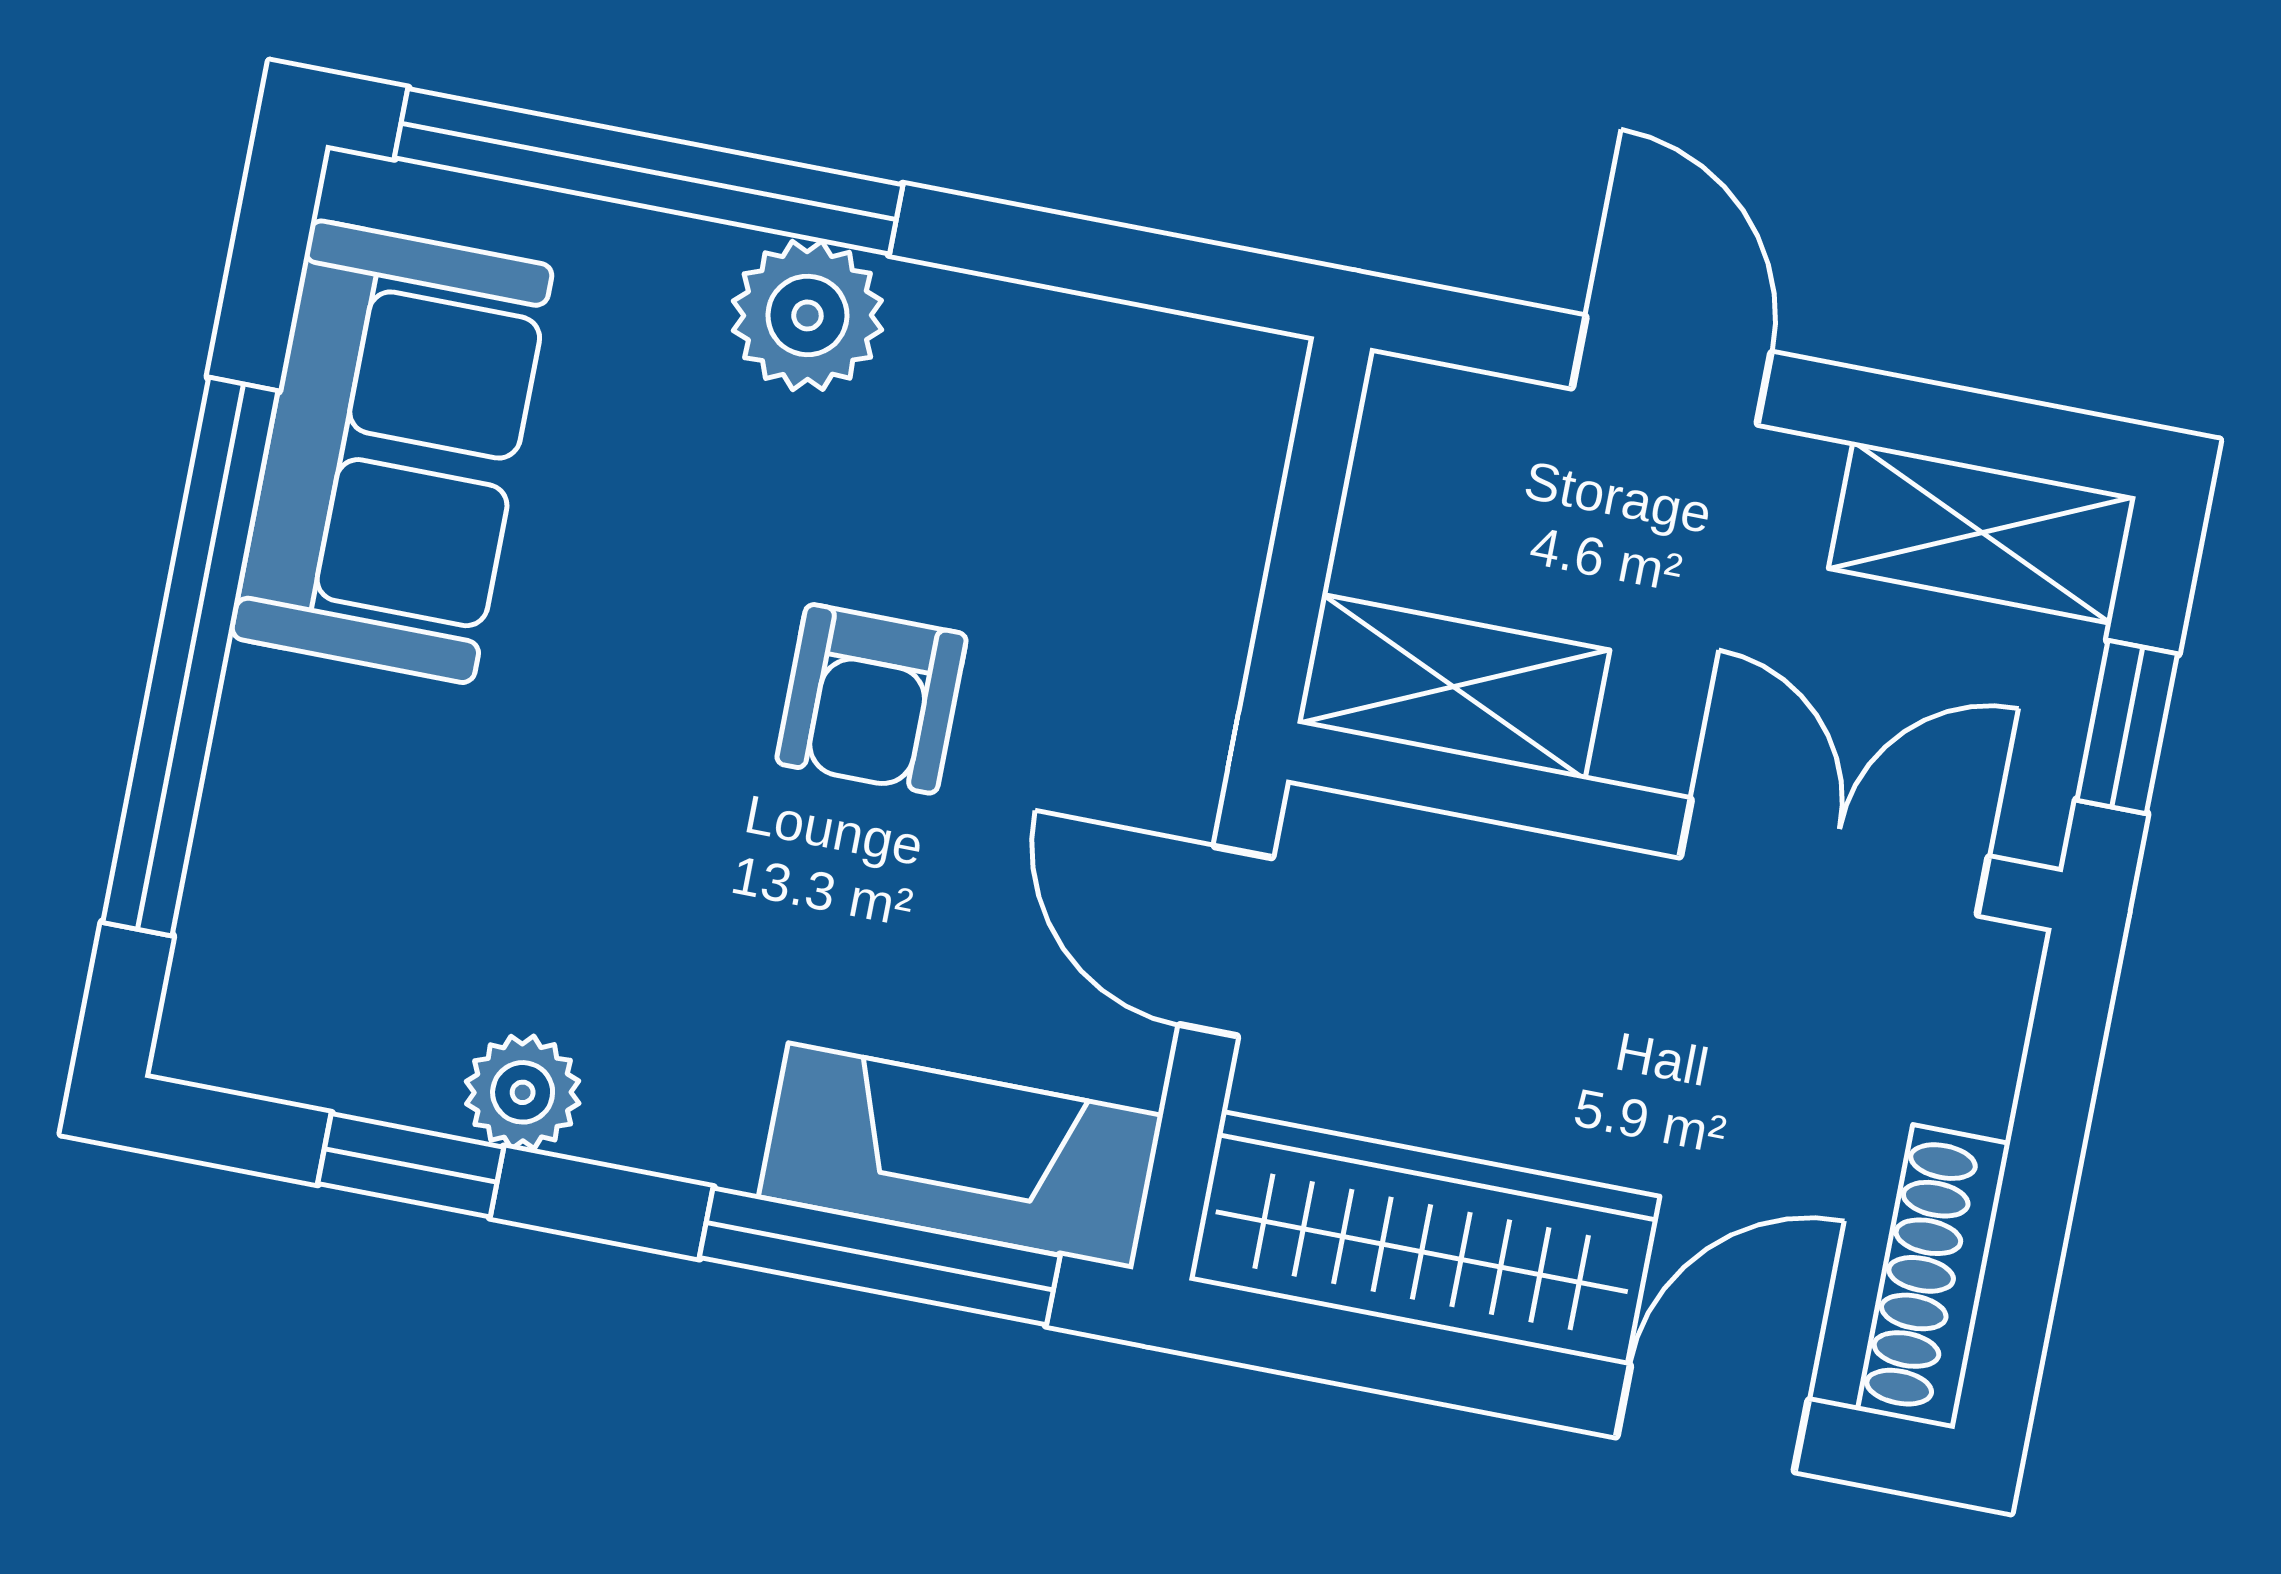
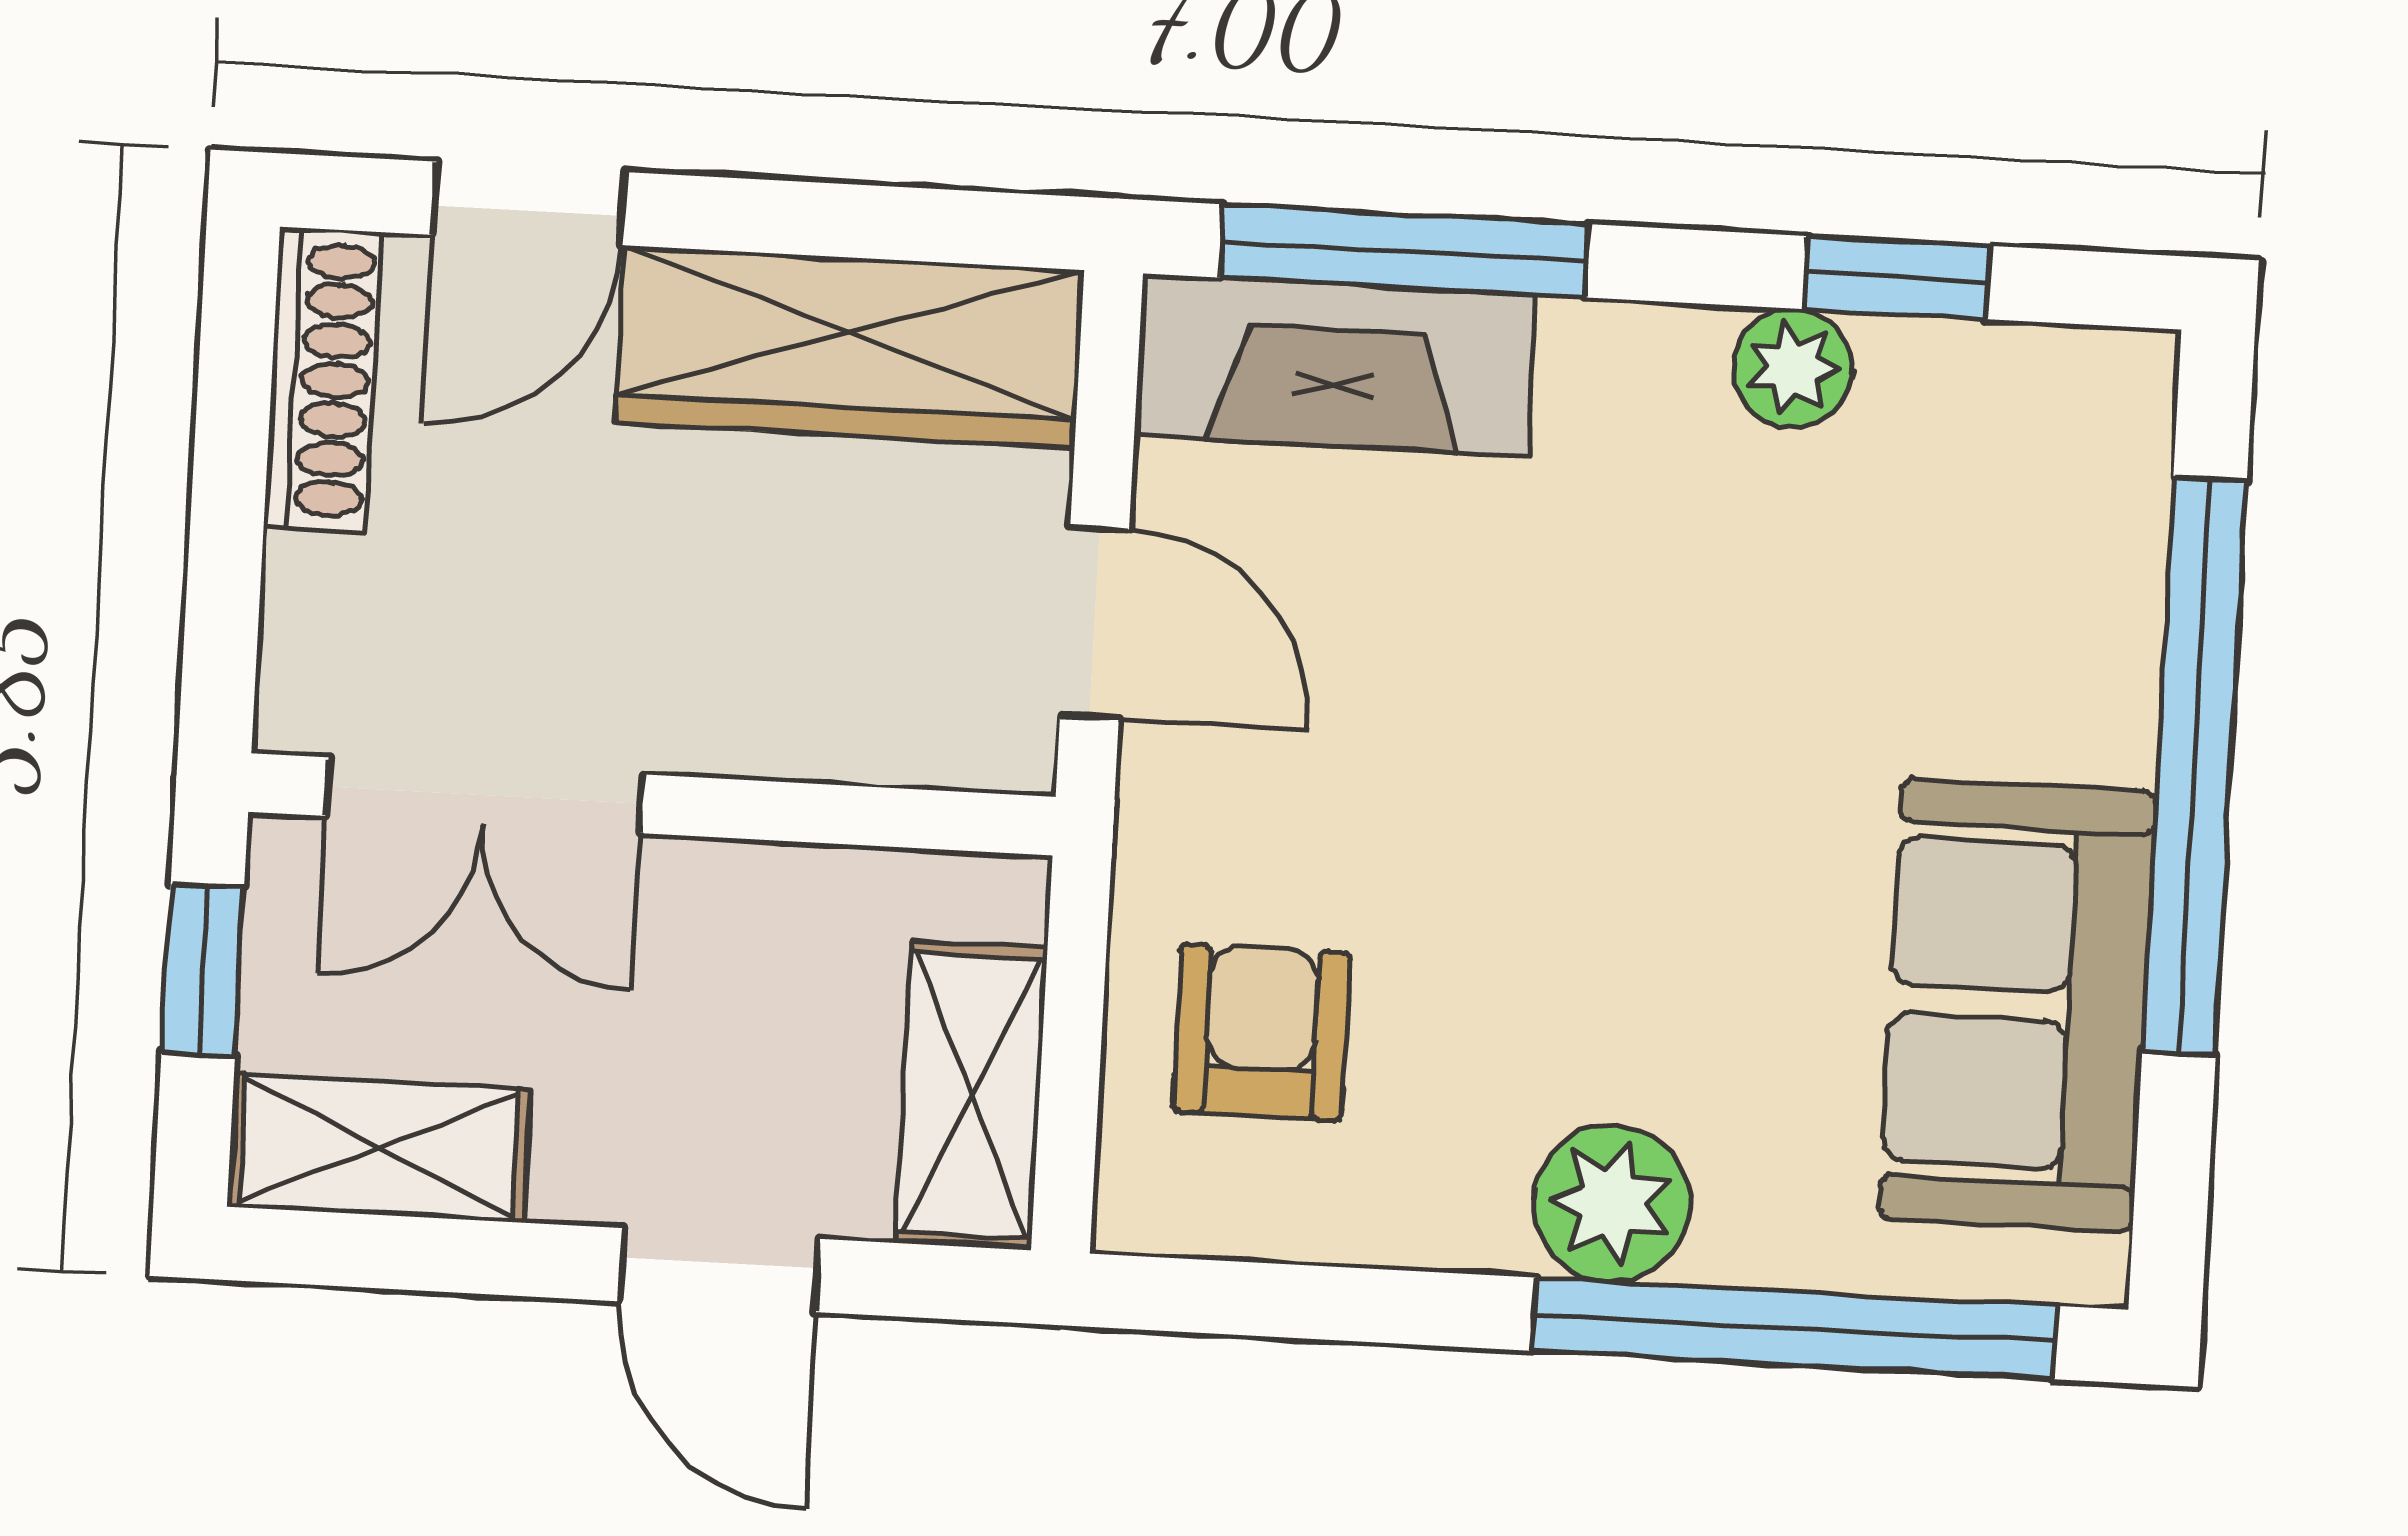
shelving: (1454, 687) -> (971, 1096), moved, turned 90
armchair: (872, 699) -> (1261, 1032), moved

